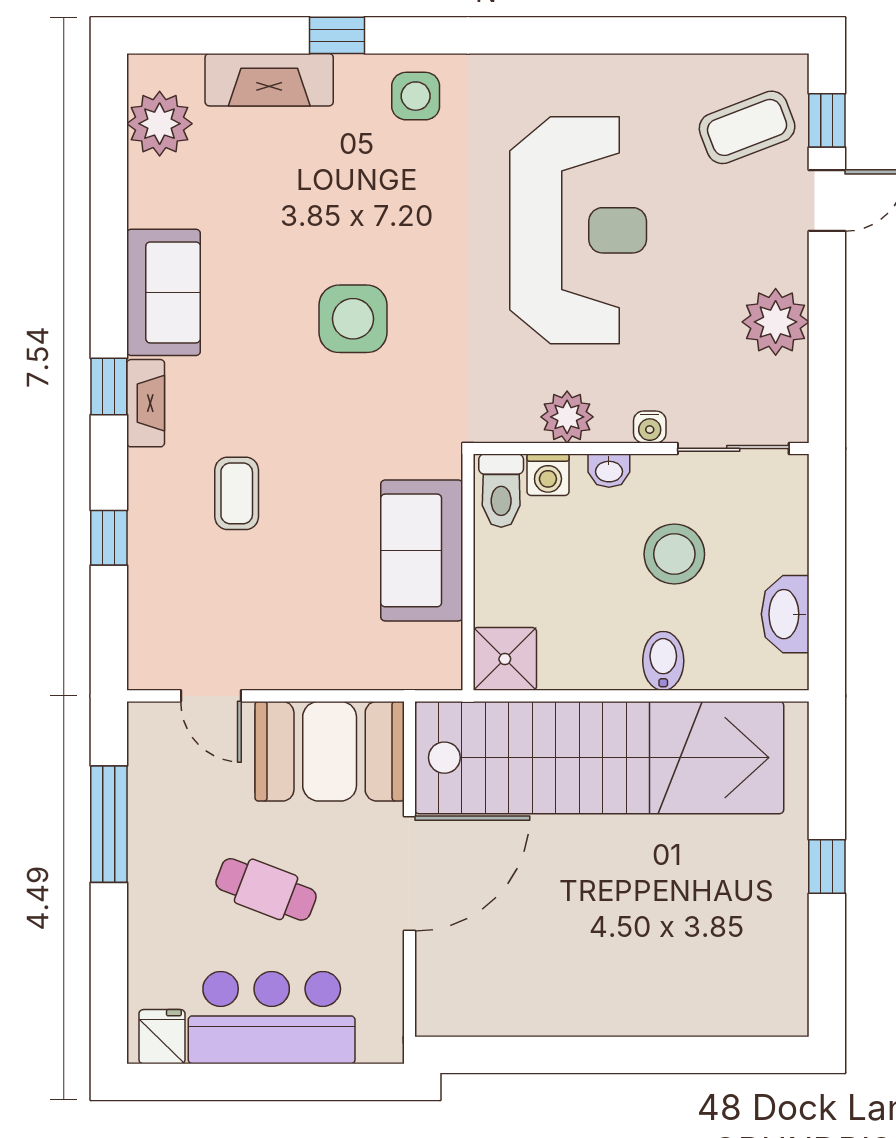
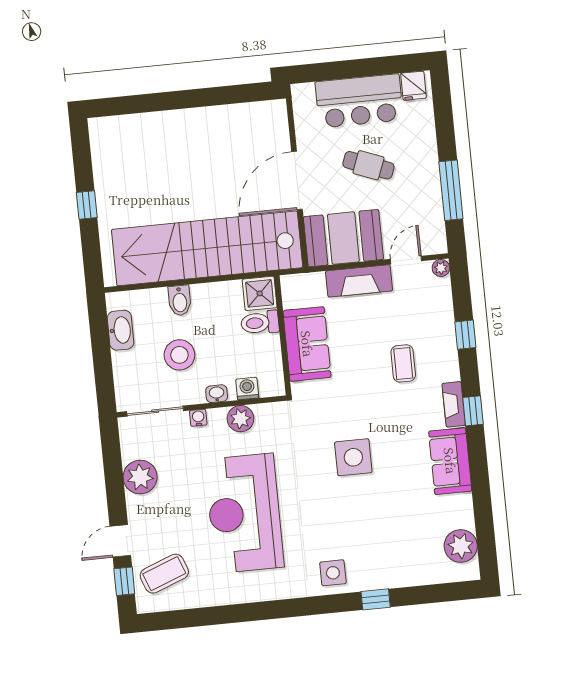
fireplace: (269, 80) -> (359, 281), moved, turned 180
toilet: (501, 491) -> (260, 323), moved, turned -90
plant: (144, 673) -> (441, 268), added
door: (211, 696) -> (406, 260), hinge flipped

